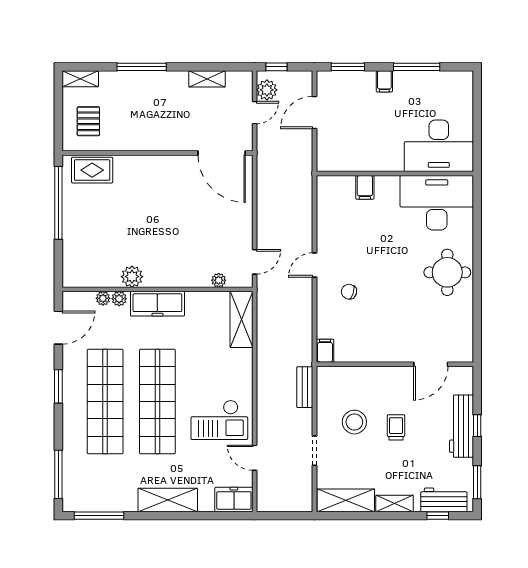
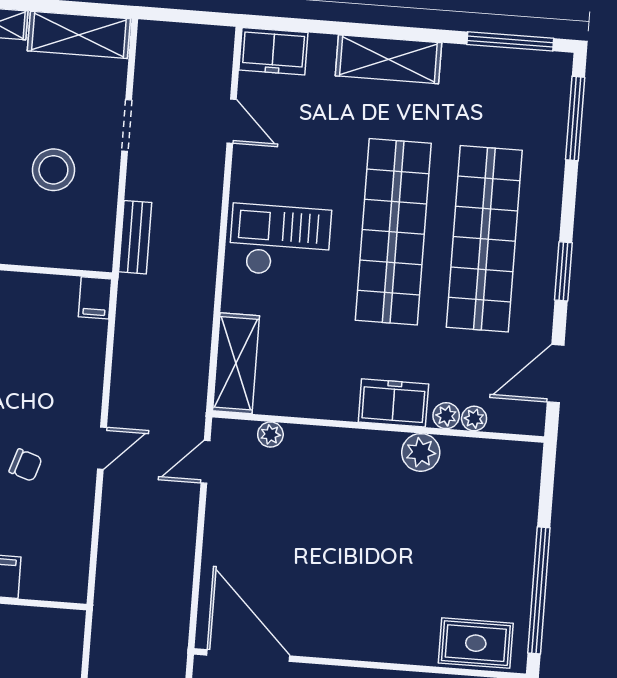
chair: (349, 292) -> (26, 465), moved
freezer: (157, 304) -> (393, 403), width x0.71
checkout: (219, 420) -> (280, 241), moved

